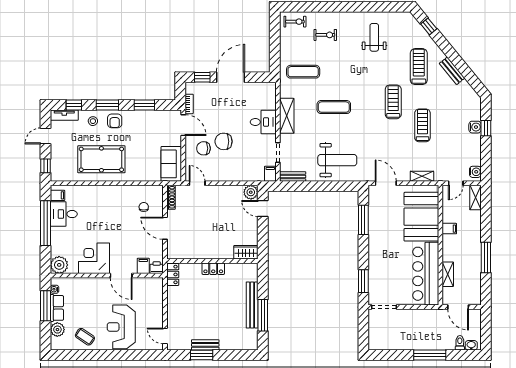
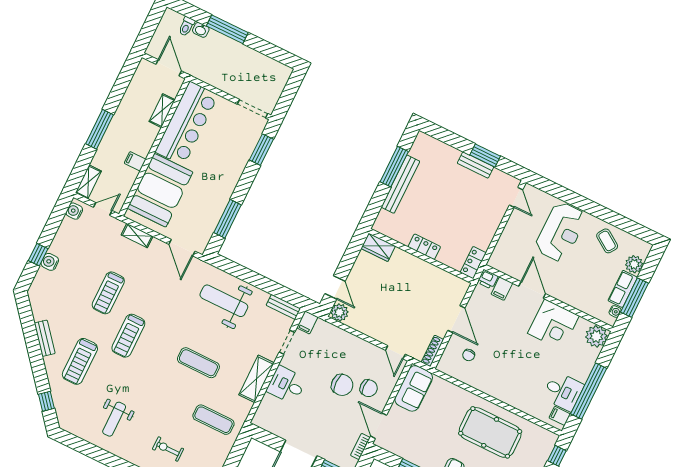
window: (486, 257) -> (100, 129), moved
washbasin: (471, 345) -> (201, 30), moved

